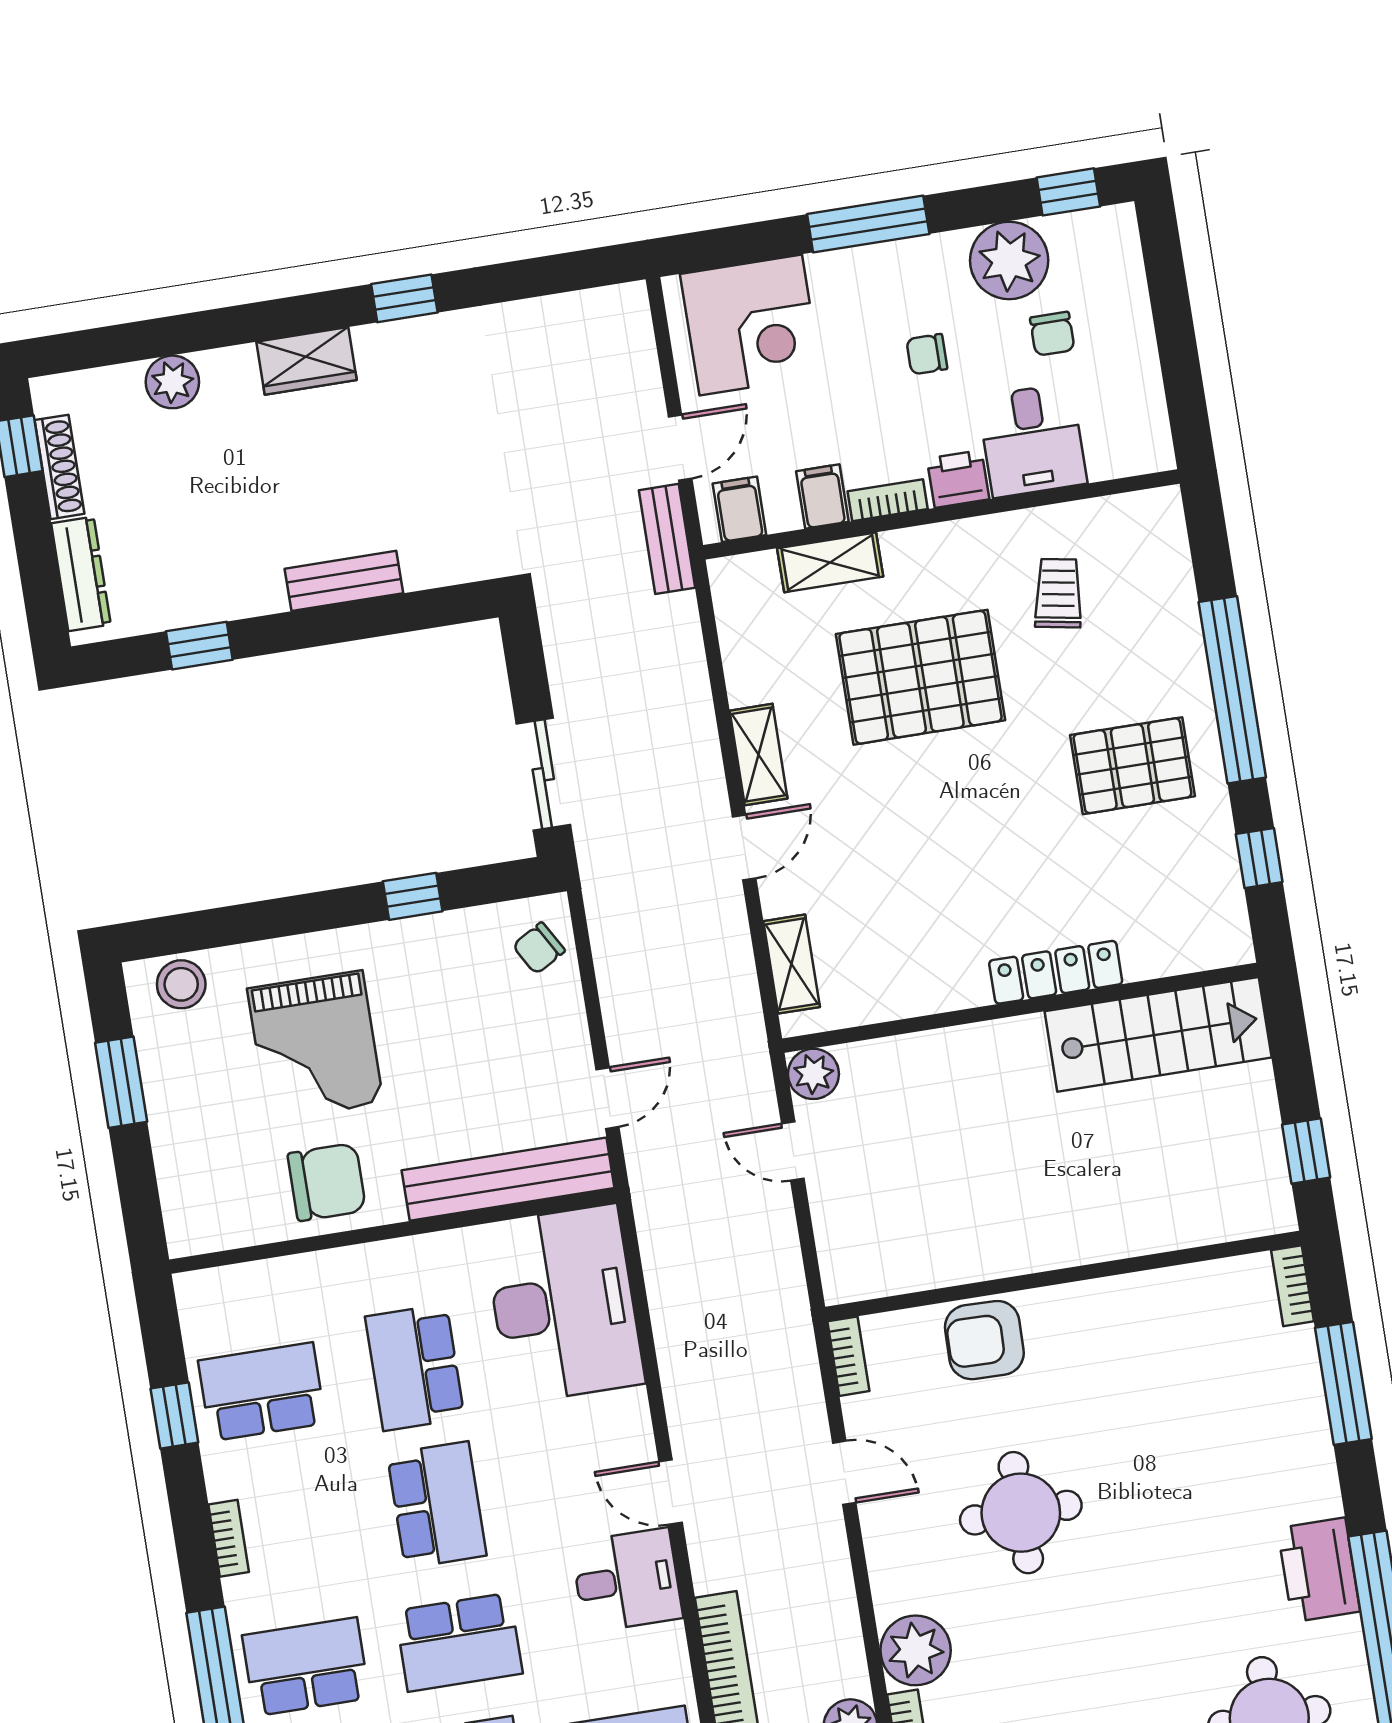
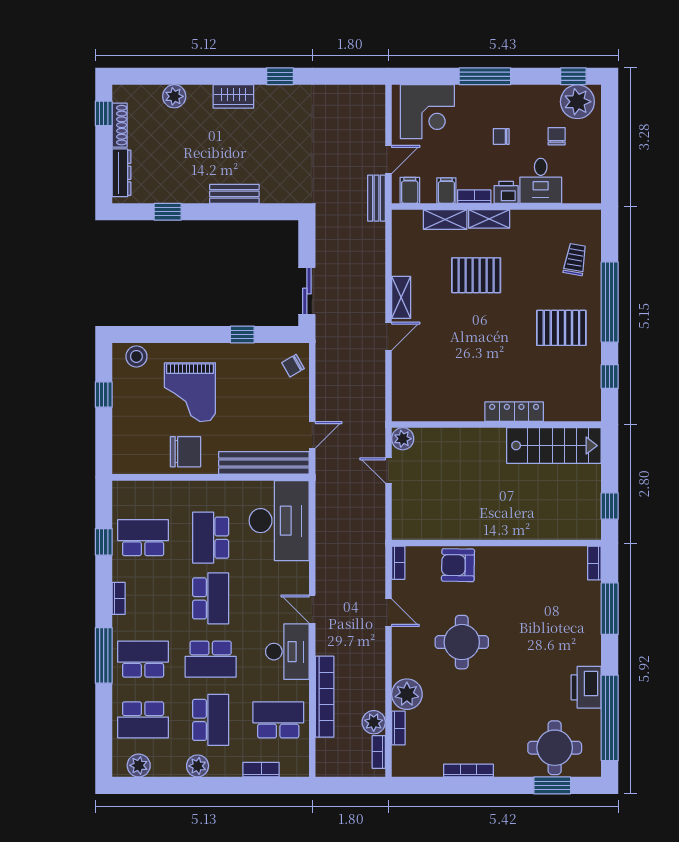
plant: (1009, 260) -> (577, 102), moved
chair: (1052, 334) -> (557, 136), turned 180
trolley: (1058, 593) -> (575, 259), moved
pallet: (920, 677) -> (476, 275), width x0.73, depth x0.71
shelving: (792, 964) -> (489, 219), moved, turned 90
window: (121, 1082) -> (104, 395), width x0.67
desk: (627, 1580) -> (287, 652), width x1.37

